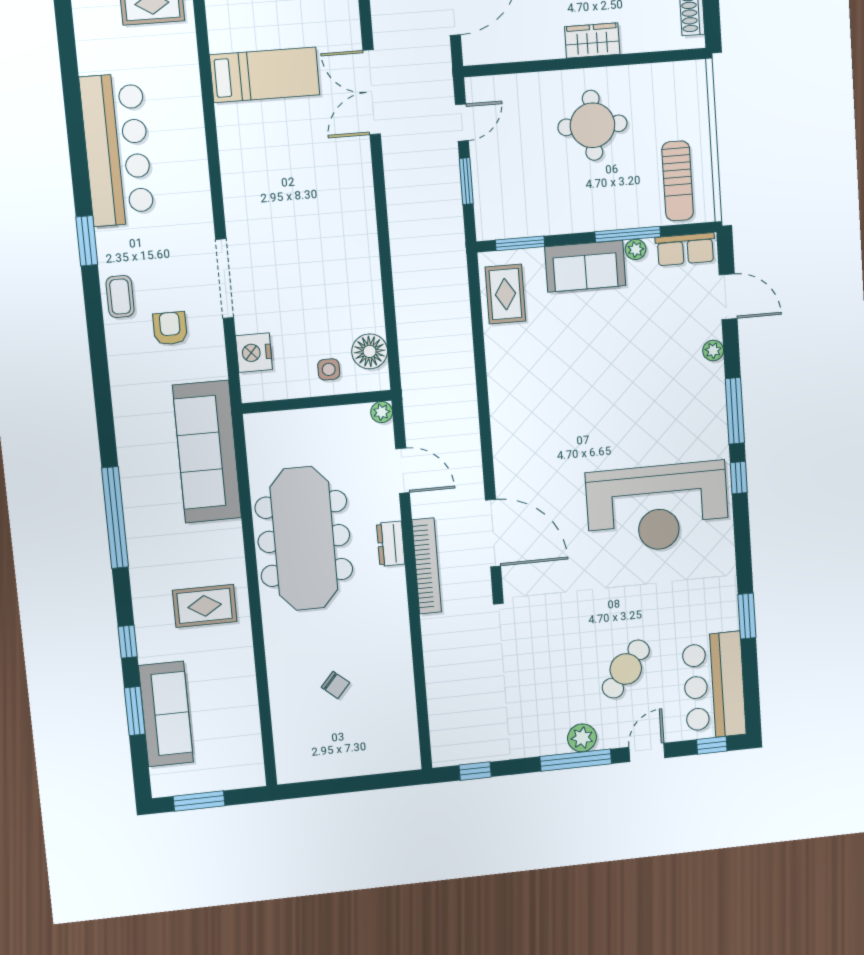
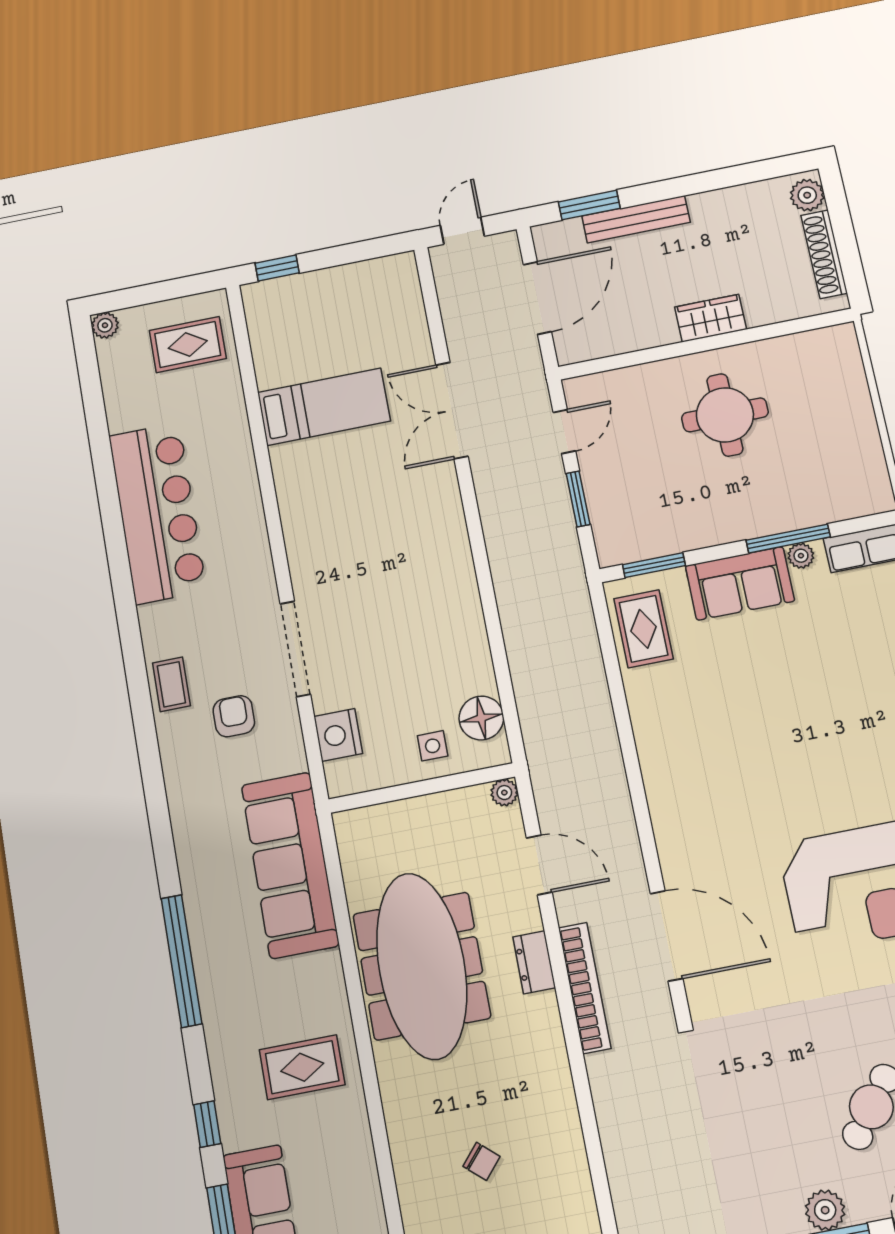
sun lounger: (678, 181) -> (841, 467), removed
window: (87, 241) -> (128, 623), removed

